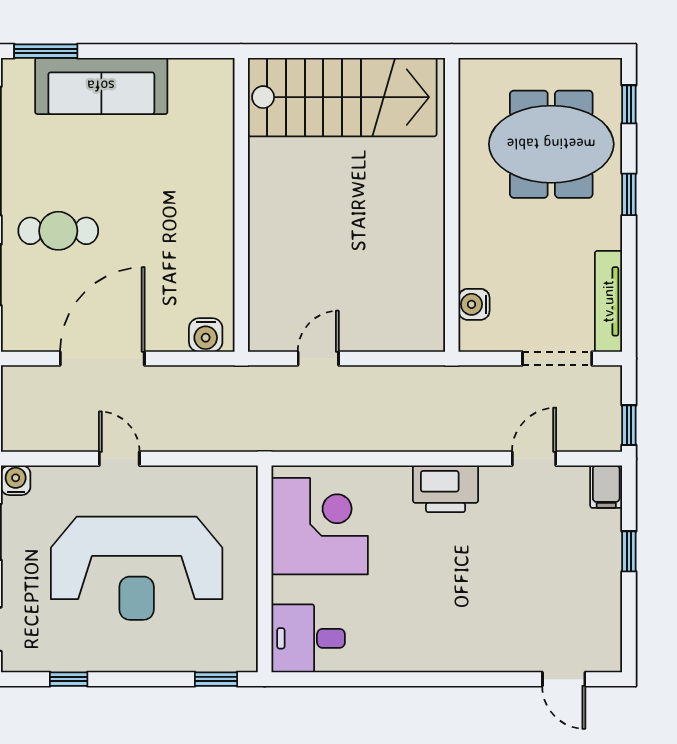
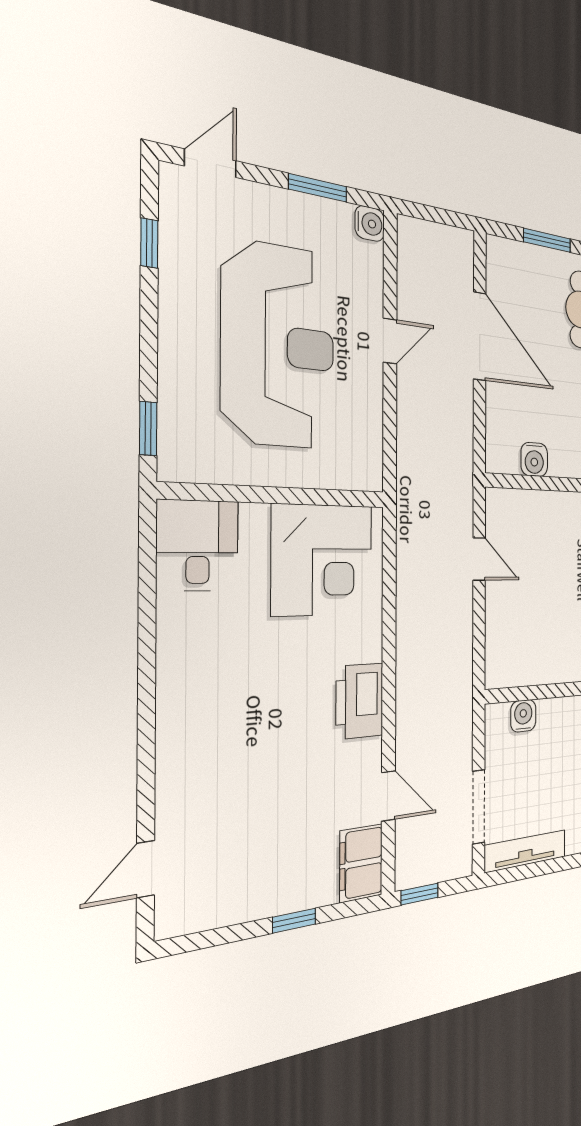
water cooler: (206, 335) -> (534, 459), moved, turned -90
filing cabinet: (606, 487) -> (361, 863), width x2.00
reception desk: (137, 568) -> (279, 345), turned 180

